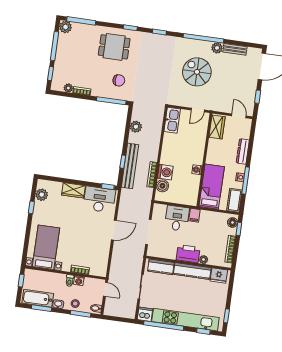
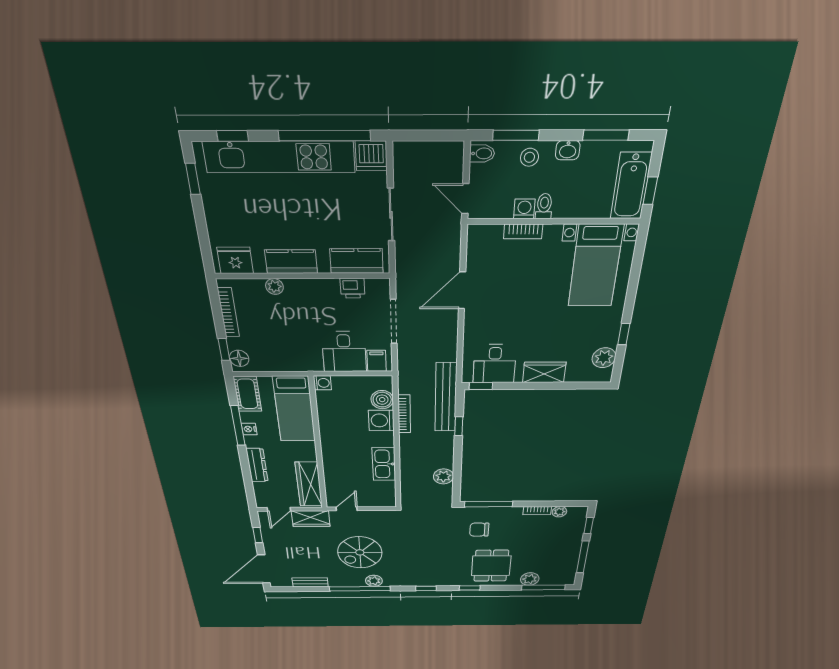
plant: (66, 27) -> (530, 579), moved
dining table: (114, 47) -> (491, 566), turned 90
plant: (217, 48) -> (374, 581), moved
spiral stairs: (197, 72) -> (360, 552), turned 90
wardrobe: (221, 105) -> (311, 519), added
door: (239, 116) -> (279, 509), hinge flipped
kitchen sink: (172, 120) -> (384, 464), moved
wardrobe: (217, 127) -> (309, 484), width x1.50
bench: (130, 166) -> (446, 398), moved
washing machine: (197, 170) -> (322, 383), moved
desk: (99, 199) -> (495, 364), width x0.73
filing cabinet: (194, 215) -> (377, 361), moved
door: (114, 230) -> (462, 290), moved
printer: (188, 254) -> (352, 288), moved, width x0.53, depth x0.68
kitchen counter: (192, 271) -> (291, 262), width x0.67
bathtub: (38, 298) -> (631, 186), moved, turned 90

